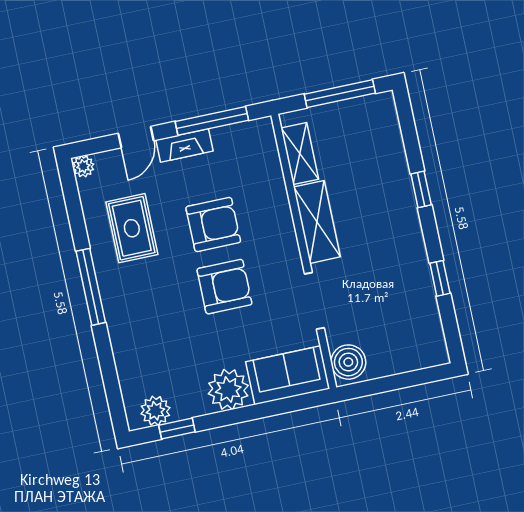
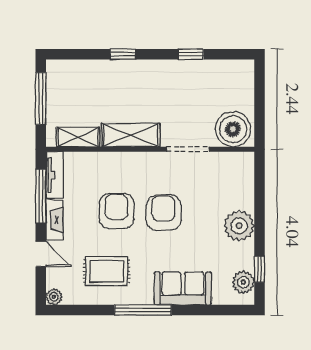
tv unit: (244, 133) -> (55, 175), added
boiler: (348, 362) -> (233, 129), width x1.37, depth x1.37
sofa: (288, 375) -> (183, 288), moved, turned 90

